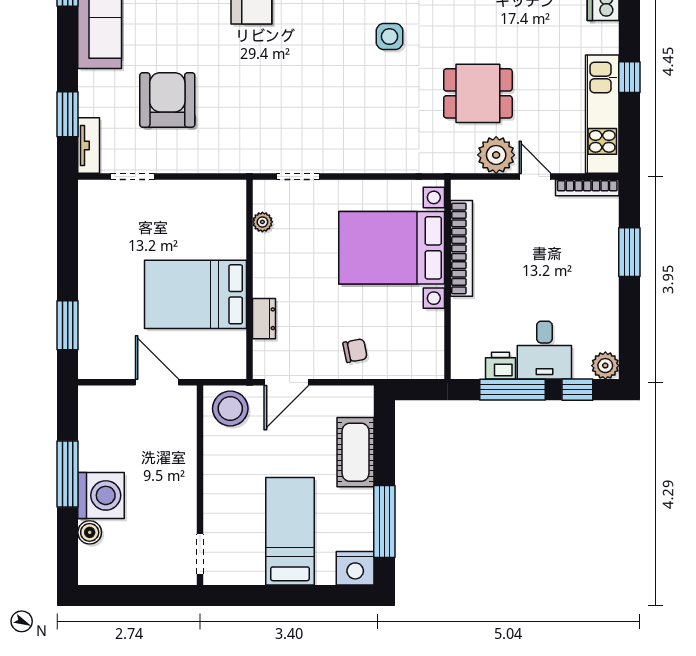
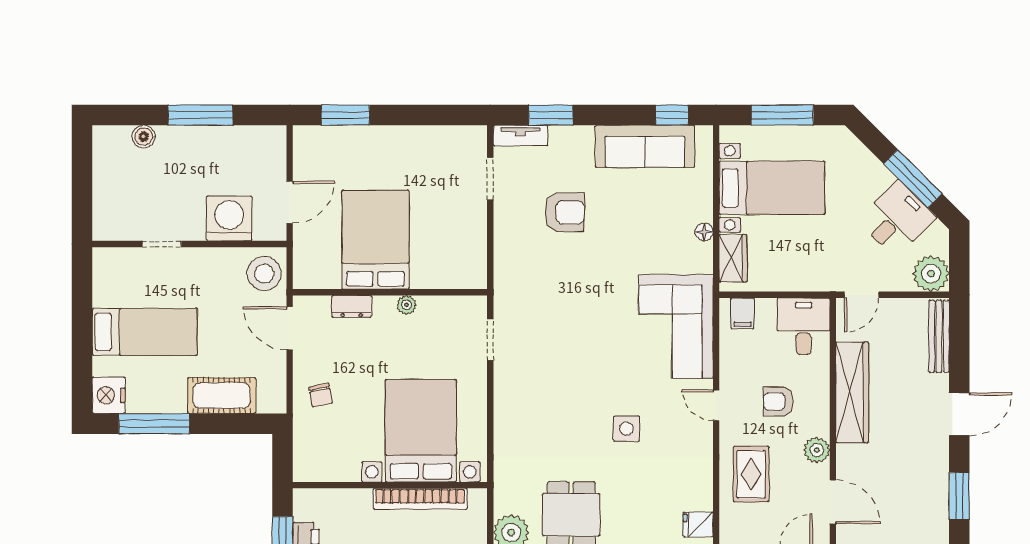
armchair: (167, 100) -> (565, 212), width x0.73, depth x0.73
plant: (262, 222) -> (407, 305), moved
washing machine: (101, 495) -> (229, 218), moved, turned 180
doorway: (200, 554) -> (162, 244), moved

